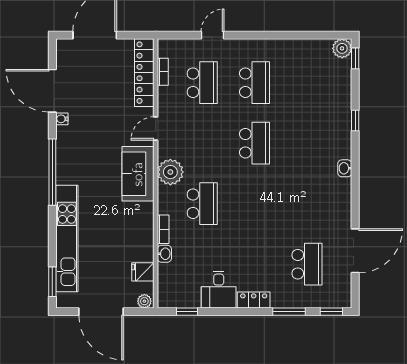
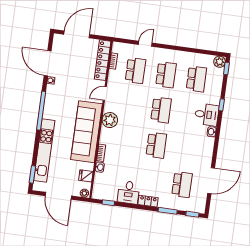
school desk: (307, 83) -> (196, 79), added
desk: (332, 141) -> (207, 115), added
sofa: (138, 174) -> (87, 132), width x1.85, depth x1.27
school desk: (202, 204) -> (156, 145), moved

